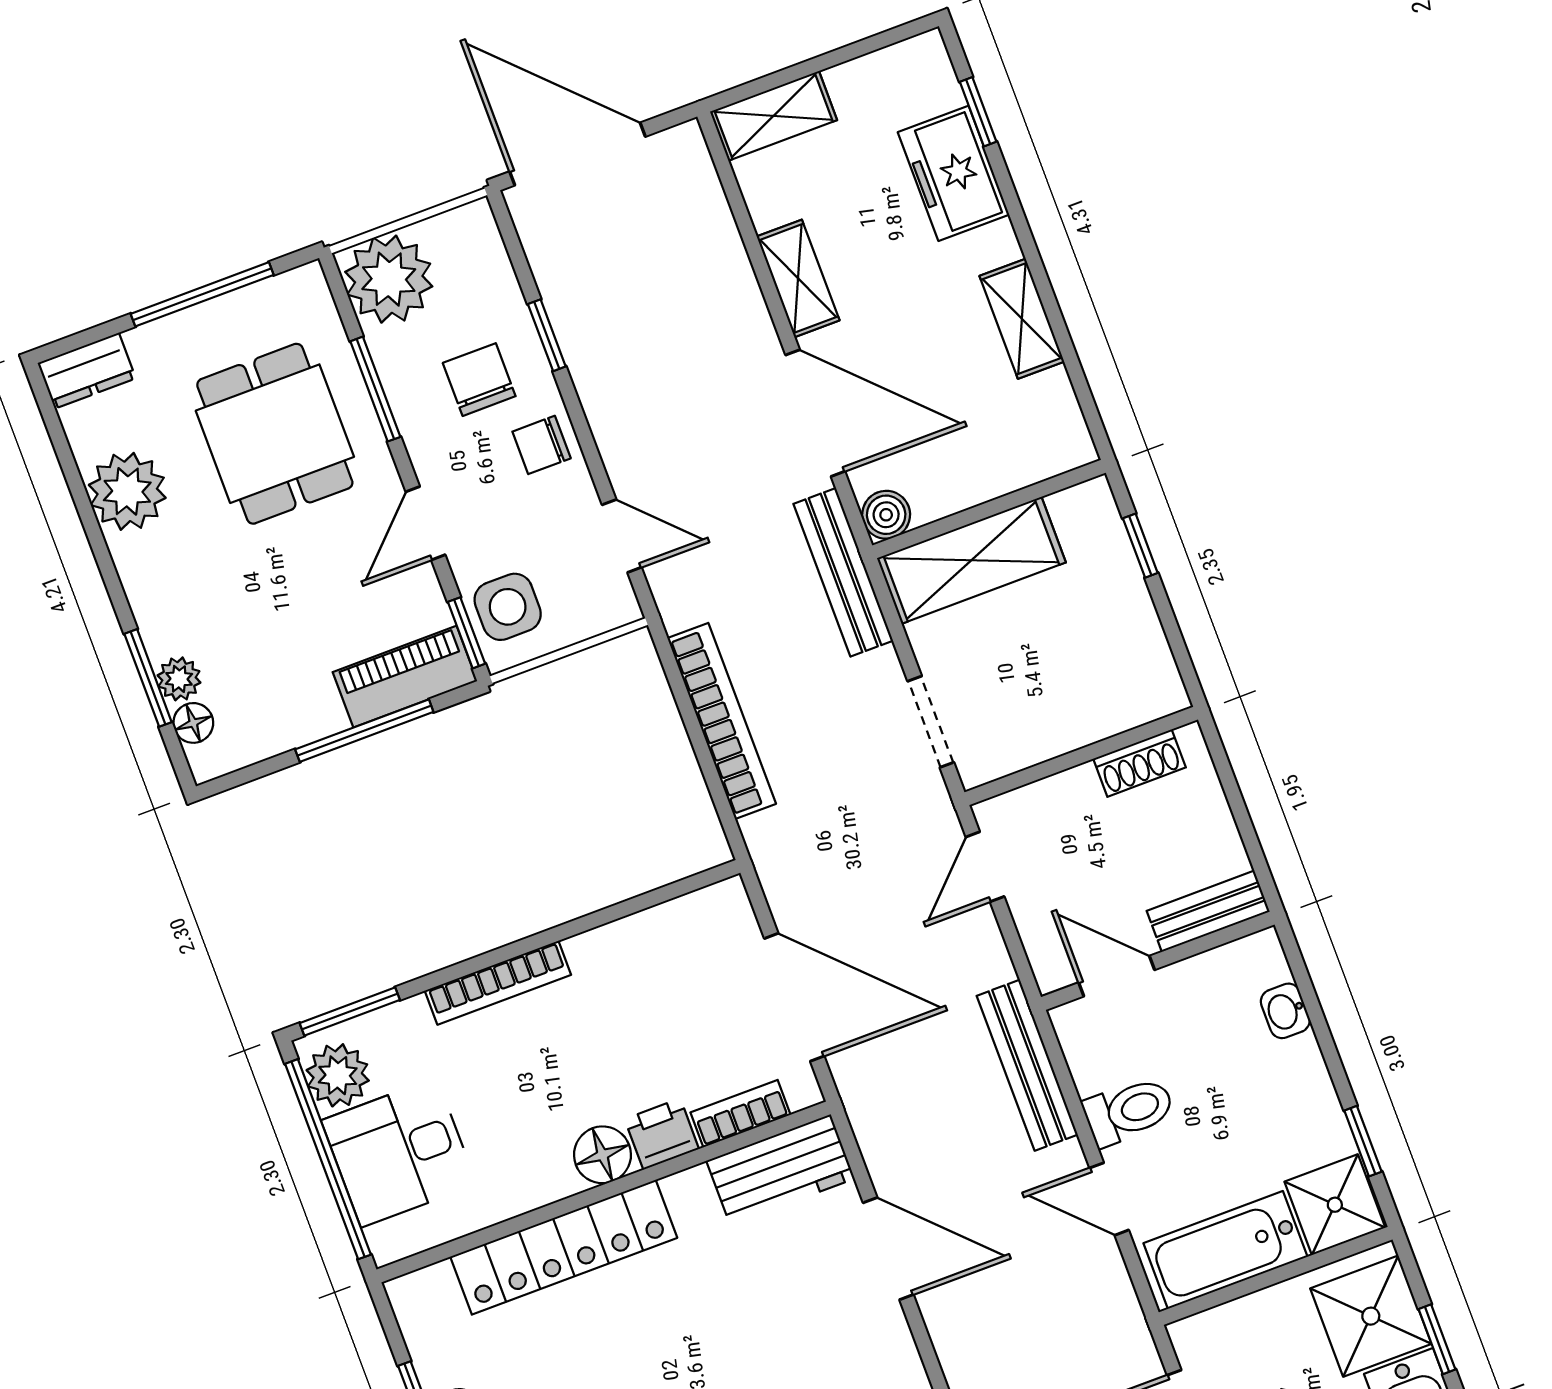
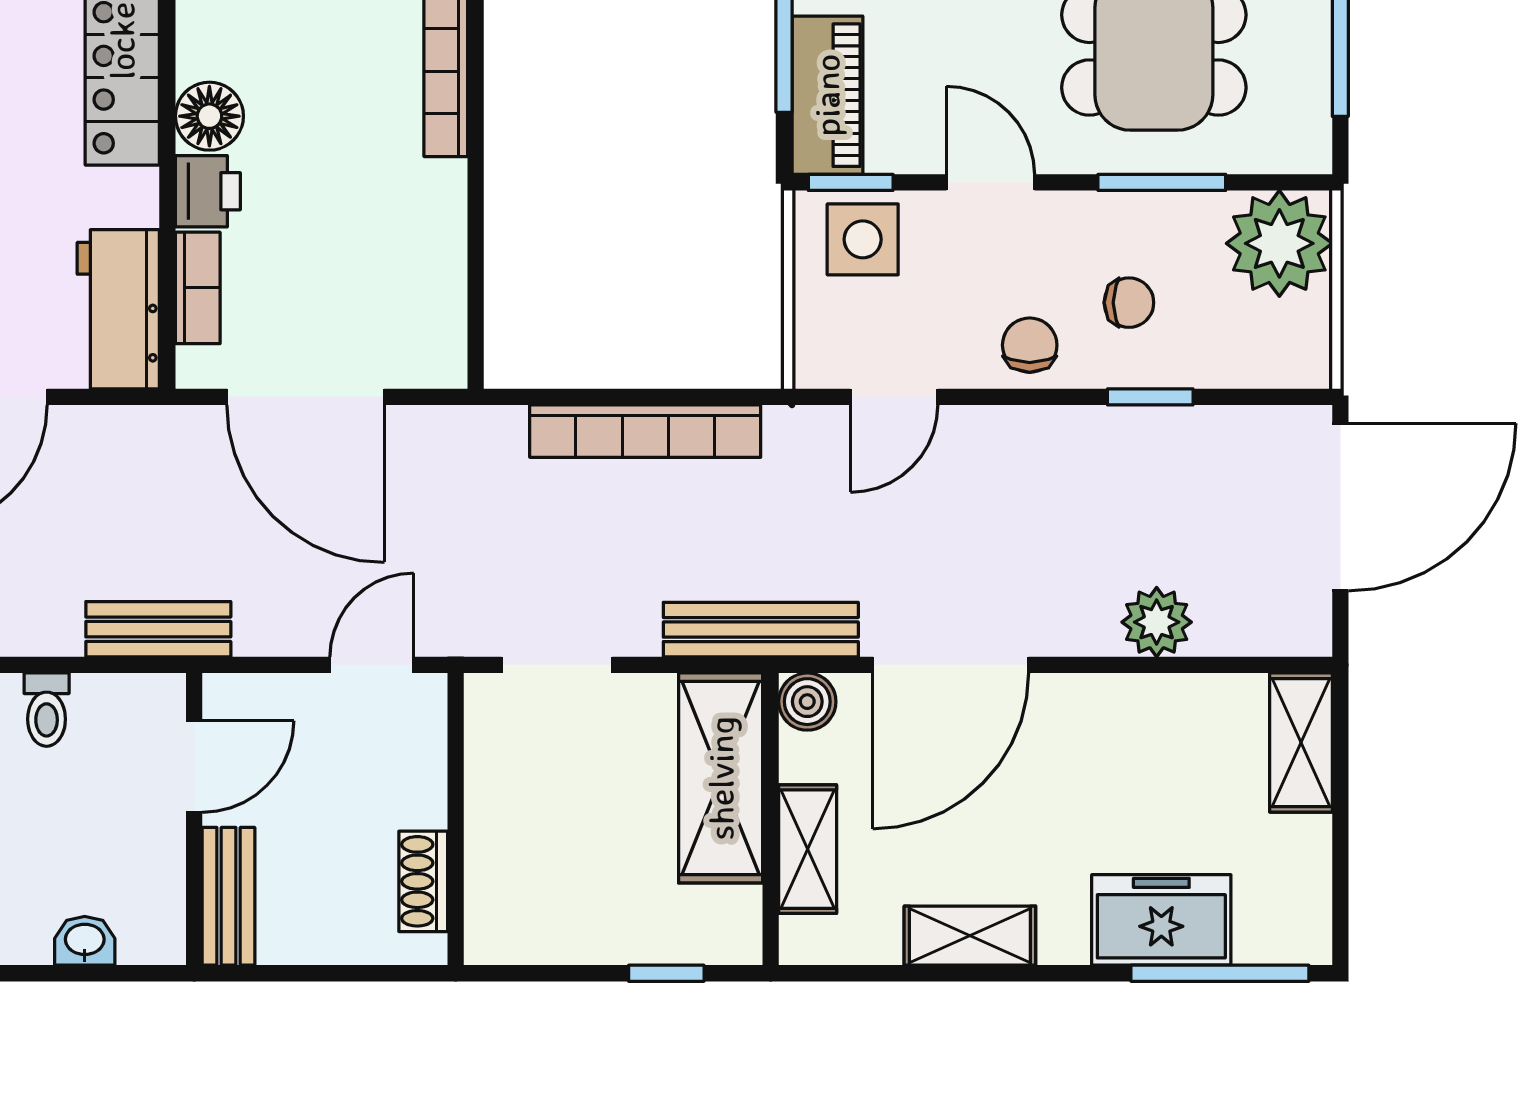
window: (978, 112) -> (1220, 973), width x2.17
plant: (721, 264) -> (1157, 622), added
shelving: (798, 278) -> (808, 849), moved, turned 90
chair: (479, 380) -> (1129, 303), width x0.73, depth x0.73
door: (985, 867) -> (372, 665), hinge flipped
door: (794, 997) -> (306, 397), hinge flipped
bench: (1027, 1065) -> (158, 629), width x0.73
toilet: (1129, 1111) -> (47, 710), width x0.73, depth x0.72

